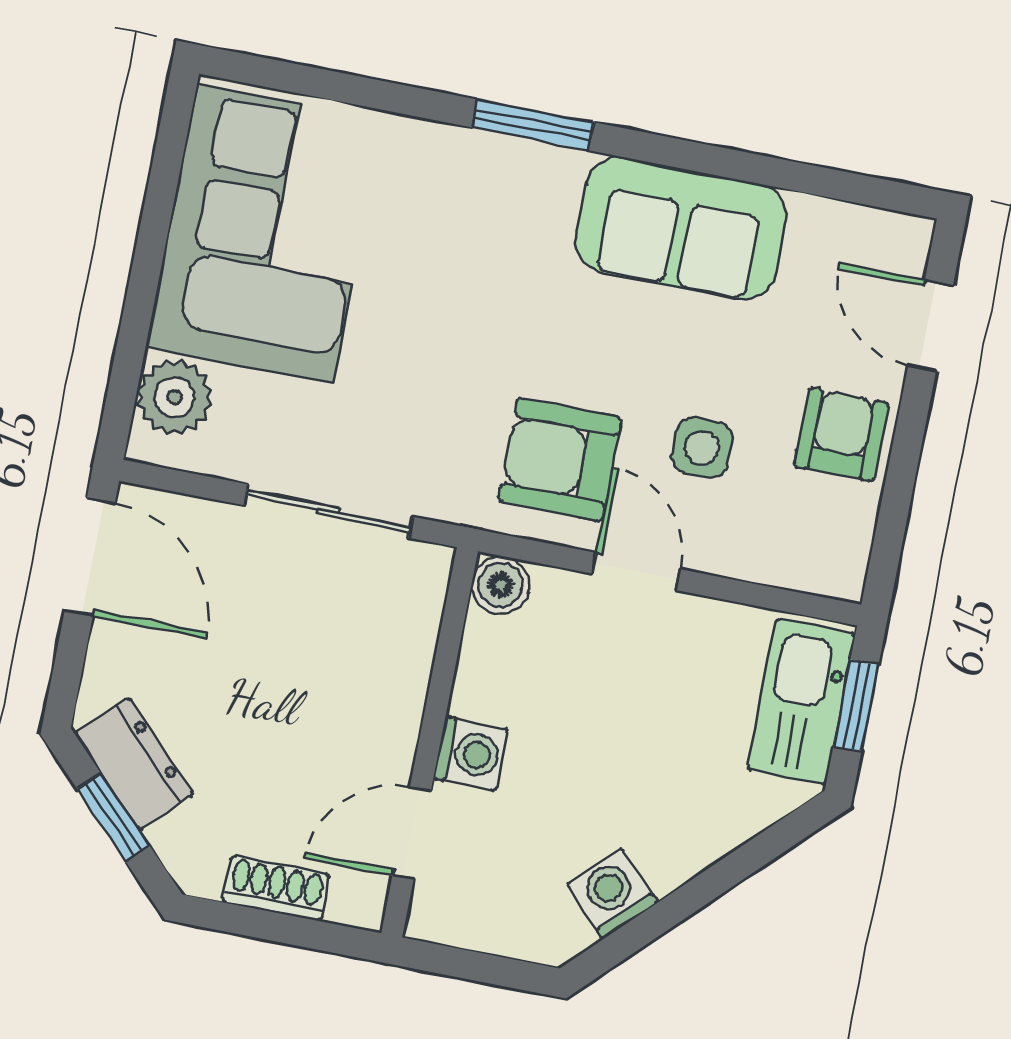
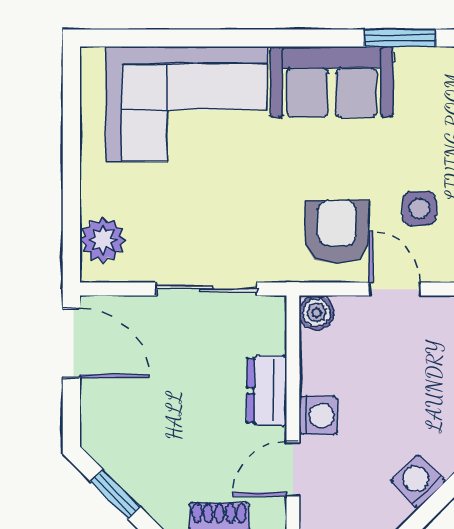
window: (533, 125) -> (400, 38), moved
sofa: (681, 228) -> (332, 82), moved
corner sofa: (265, 233) -> (186, 104), moved, turned 90
armchair: (560, 459) -> (337, 232), turned 90
dresser: (134, 764) -> (267, 391), moved, turned -135

